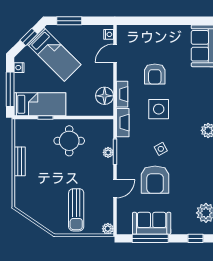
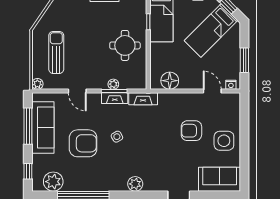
window: (69, 21) -> (244, 60), moved
fireplace: (122, 94) -> (115, 98), moved
side table: (159, 109) -> (224, 141), moved
armchair: (155, 180) -> (83, 143), moved, turned 180
sun lounger: (76, 210) -> (56, 52), turned 90
sofa: (152, 223) -> (43, 128), width x1.36

